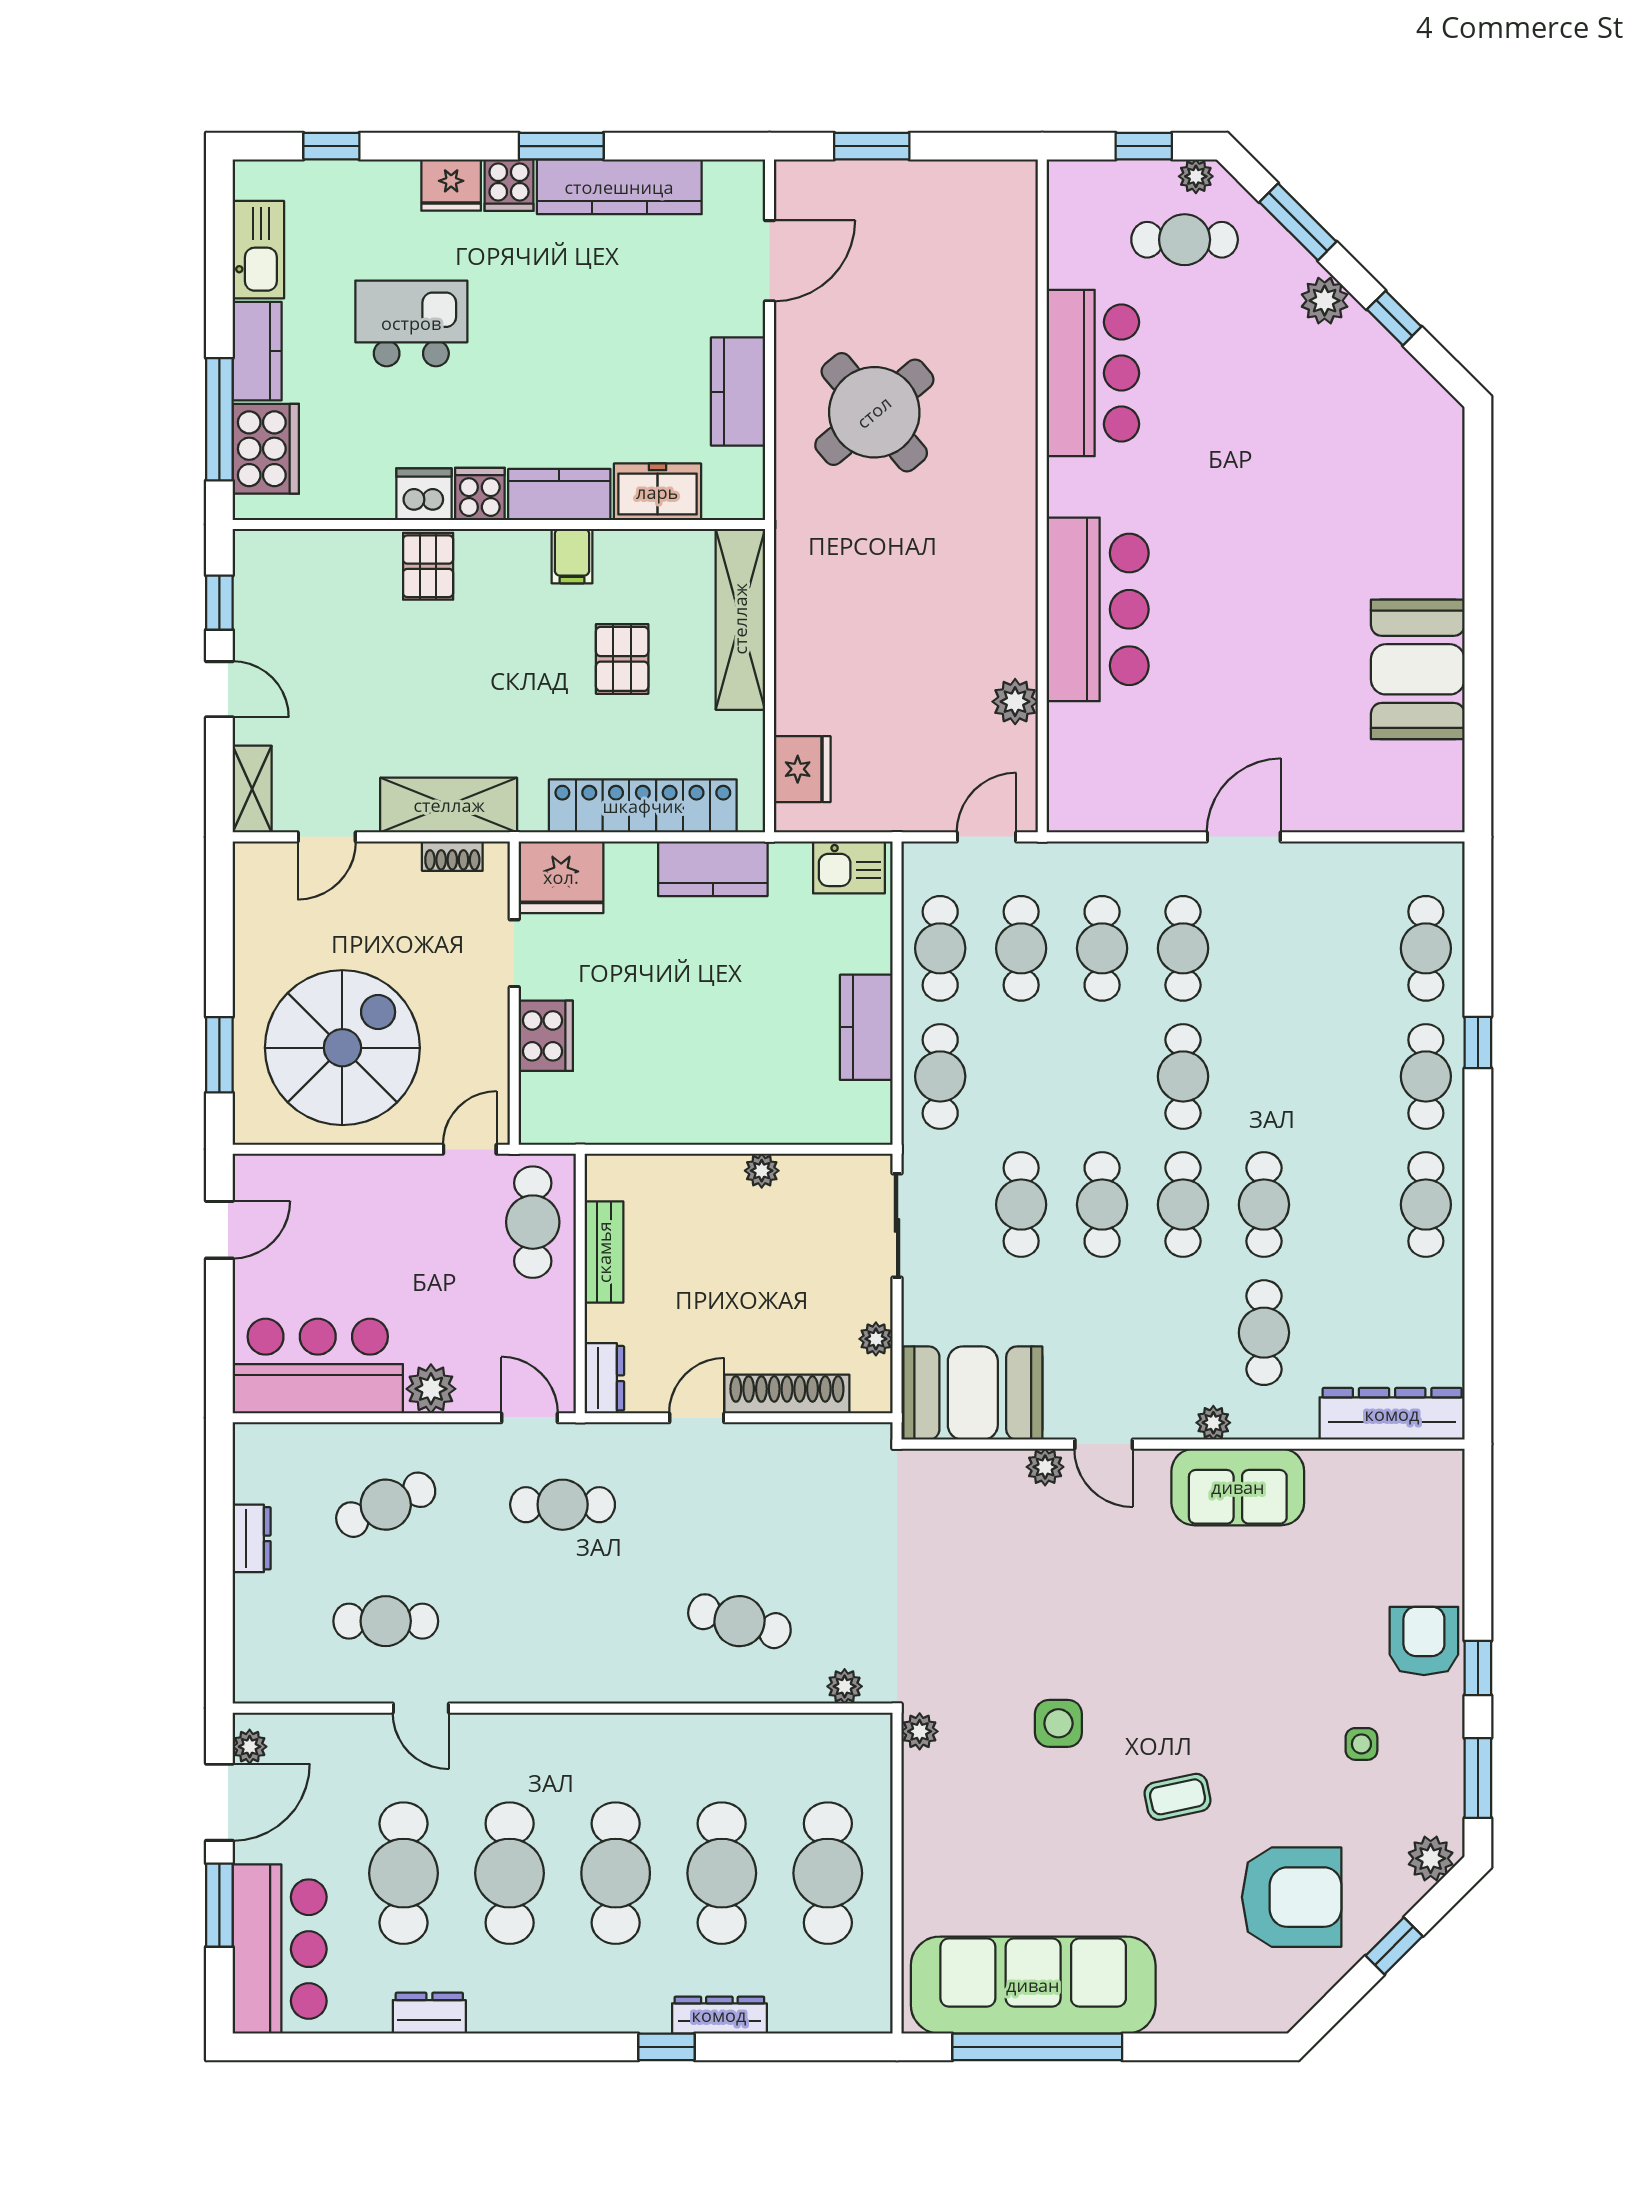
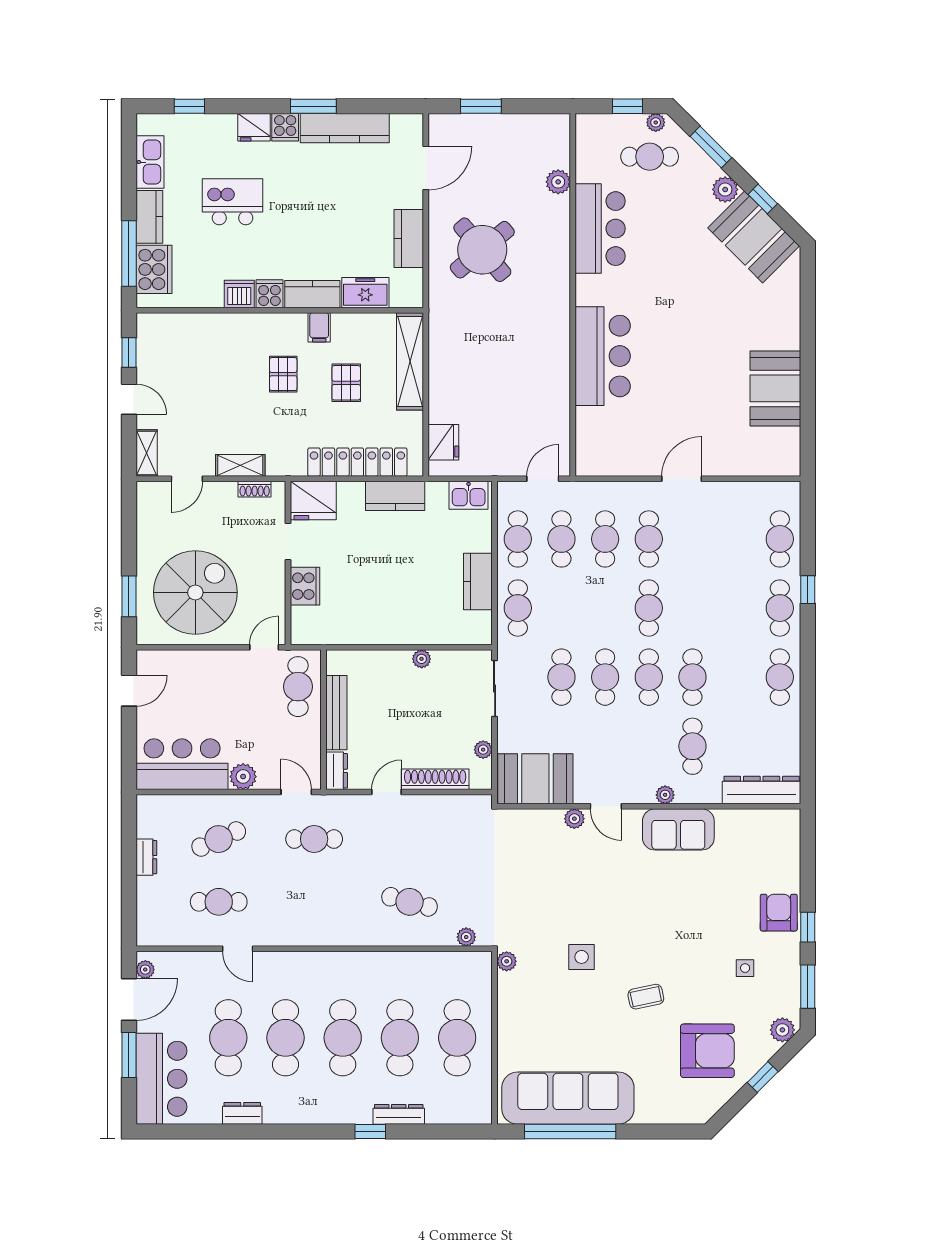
booth: (1377, 388) -> (754, 237), added
pallet: (428, 566) -> (283, 374), moved
plant: (1015, 702) -> (558, 182), moved
shelving: (449, 805) -> (240, 465), width x0.67, depth x0.75
bench: (604, 1252) -> (336, 713), width x1.36

